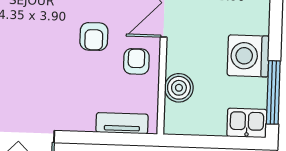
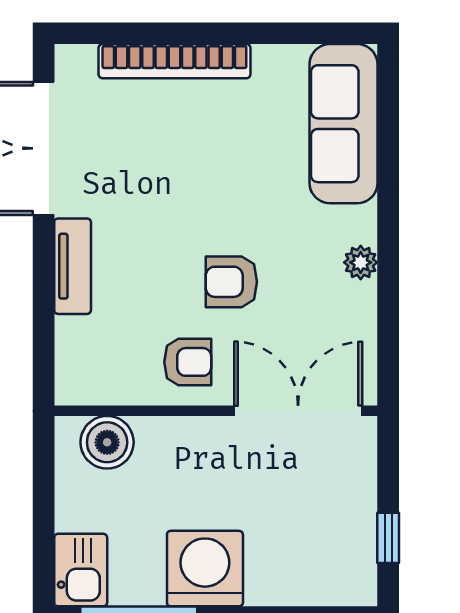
boiler: (179, 88) -> (107, 442), moved
tv unit: (122, 123) -> (73, 266), moved

